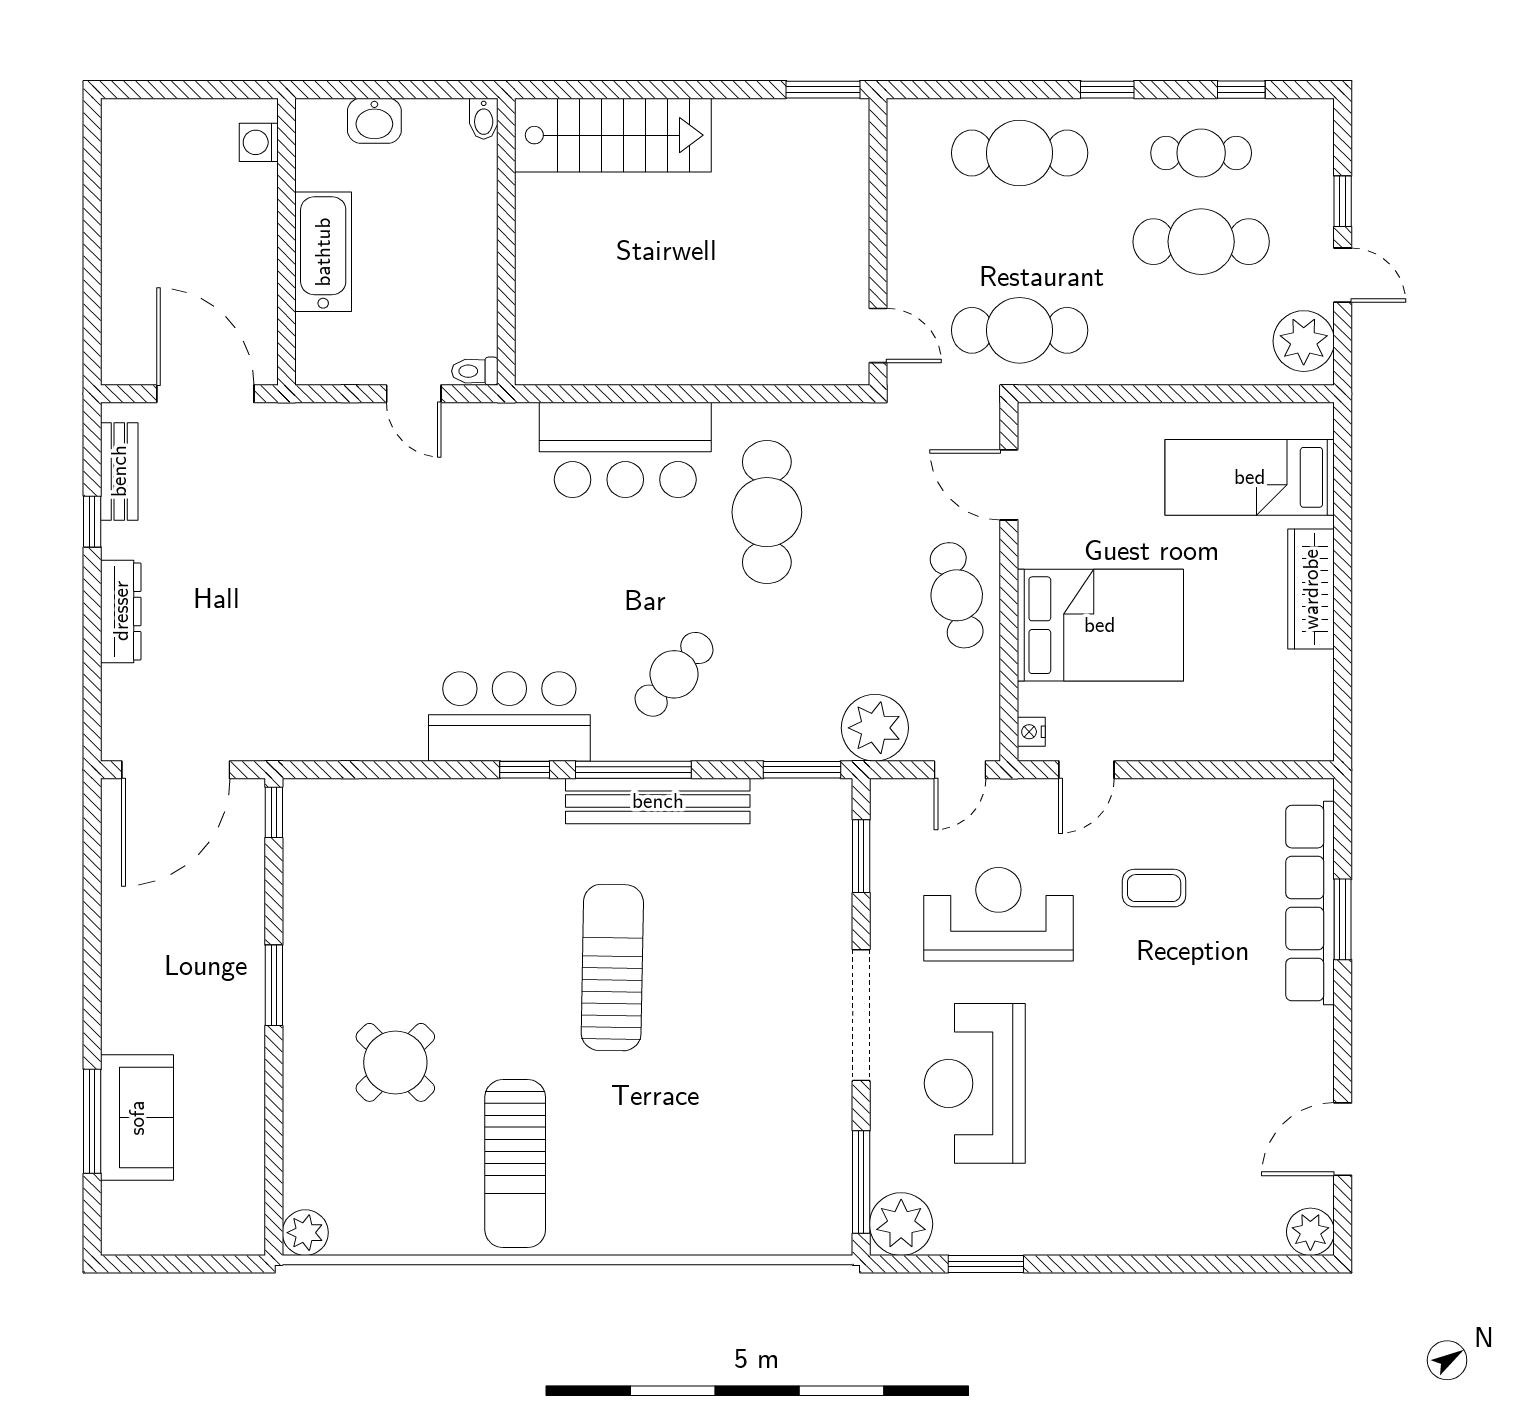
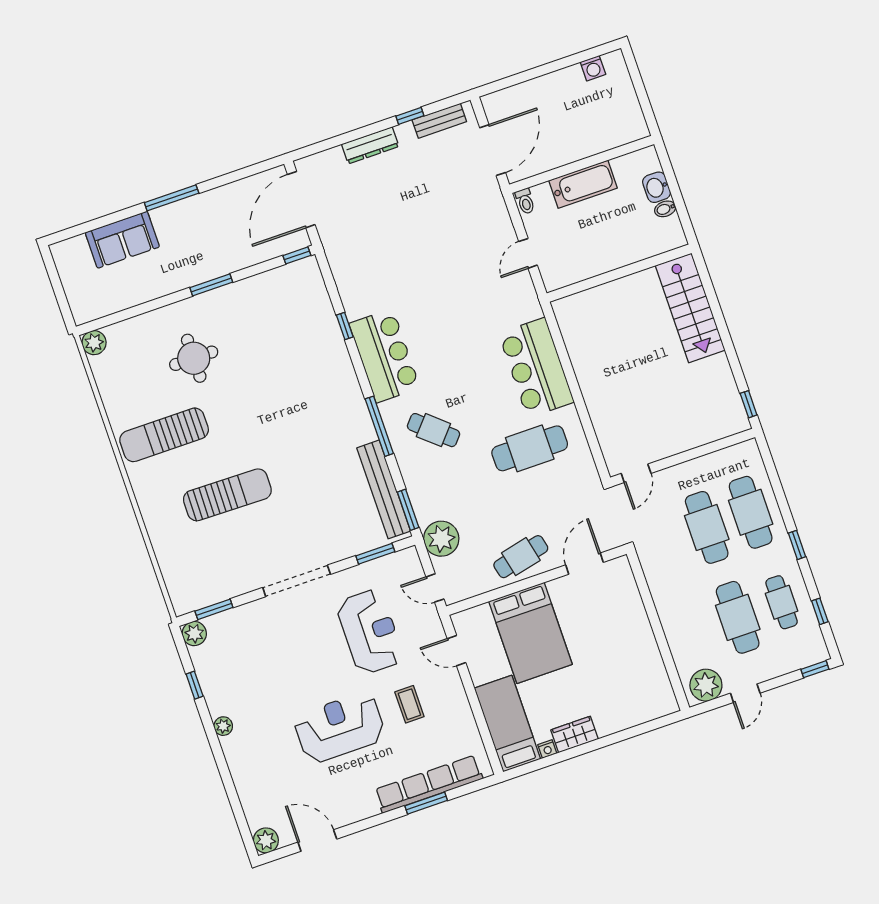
window: (823, 90) -> (749, 404), width x0.67
bidet: (484, 119) -> (665, 209), moved
washing machine: (259, 142) -> (593, 68), moved, turned 180
window: (1343, 201) -> (815, 669), moved
cafe table: (1020, 330) -> (707, 527), moved
toilet: (475, 371) -> (525, 201), moved, turned 180
bed: (1250, 477) -> (507, 724), moved
wardrobe: (1311, 589) -> (574, 734), width x0.67
nightstand: (1031, 732) -> (547, 749), moved, turned 180
door: (176, 770) -> (301, 200), hinge flipped
window: (525, 770) -> (345, 326), moved
bench: (658, 801) -> (384, 489), moved
sun lounger: (612, 968) -> (227, 495), moved
round table: (395, 1062) -> (194, 358), turned 45
reception desk: (975, 1083) -> (340, 728), moved
window: (92, 1121) -> (172, 198), moved
window: (861, 1182) -> (214, 609), width x0.69
plant: (901, 1224) -> (194, 634), width x0.73, depth x0.73
plant: (1078, 1238) -> (223, 726), added
window: (986, 1264) -> (195, 685), width x0.67

